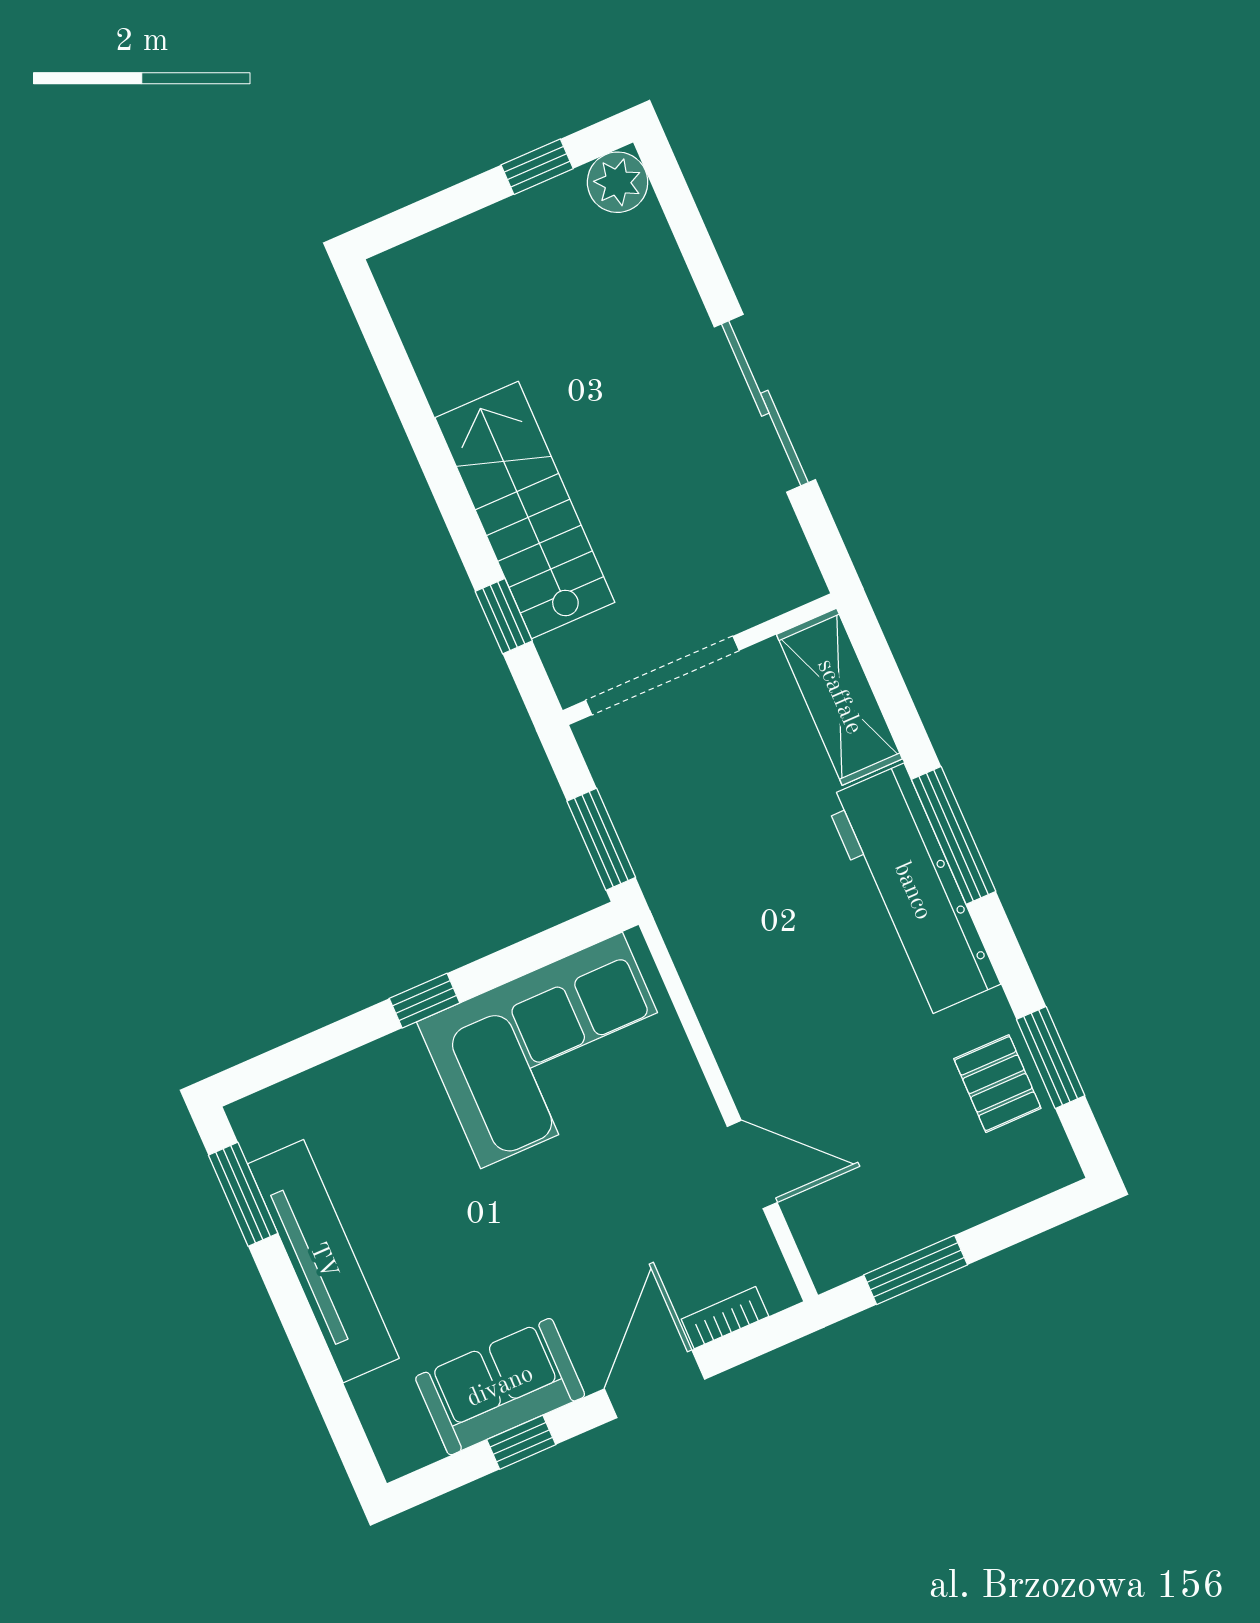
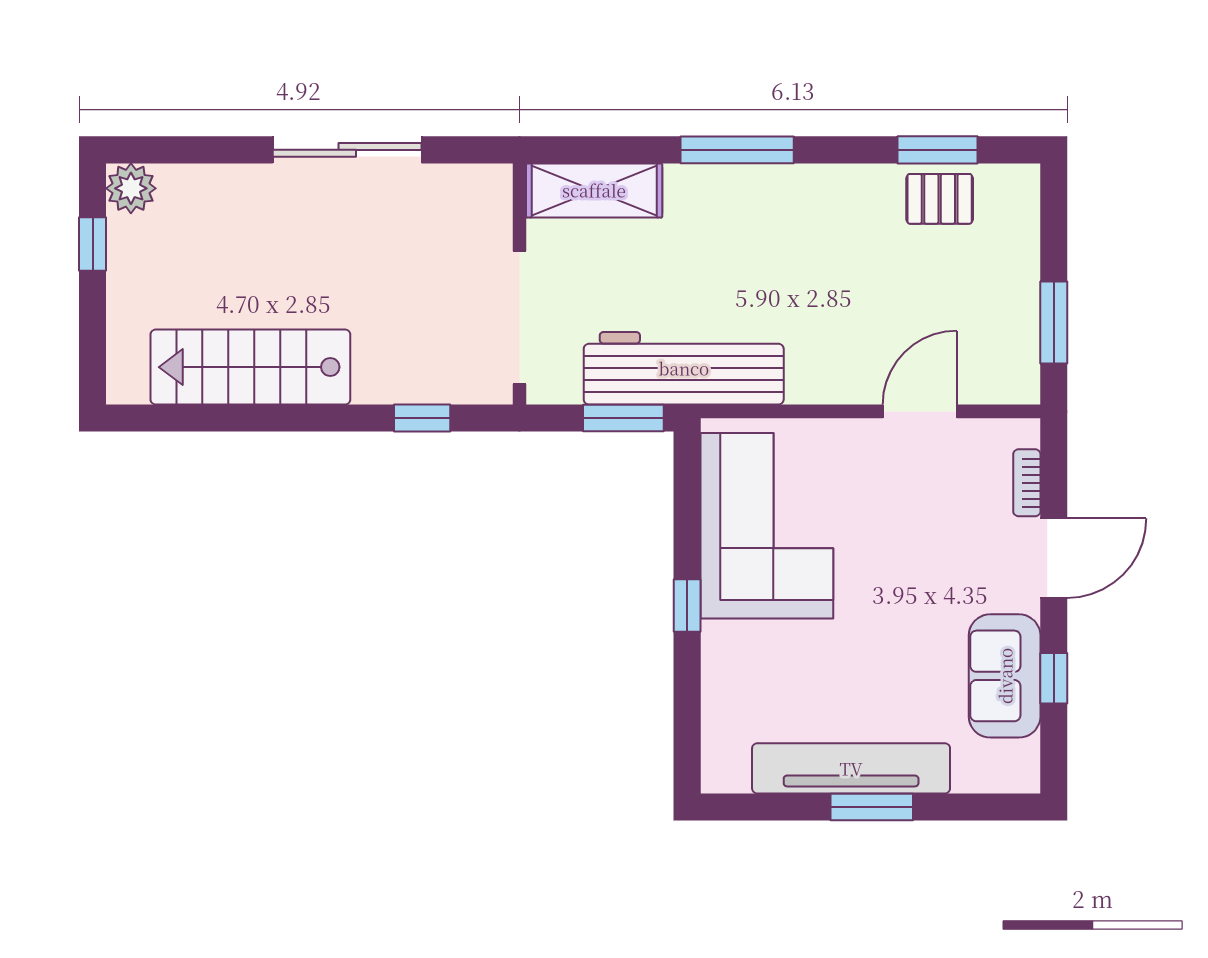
stairs: (525, 510) -> (250, 367), moved
workbench: (912, 891) -> (684, 368), moved, turned 180
window: (243, 1194) -> (872, 807), moved
door: (654, 1384) -> (1054, 558), swing flipped

